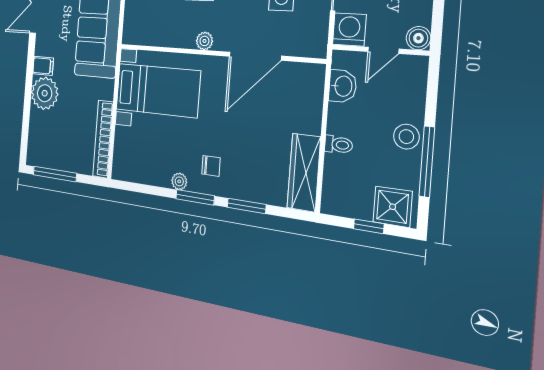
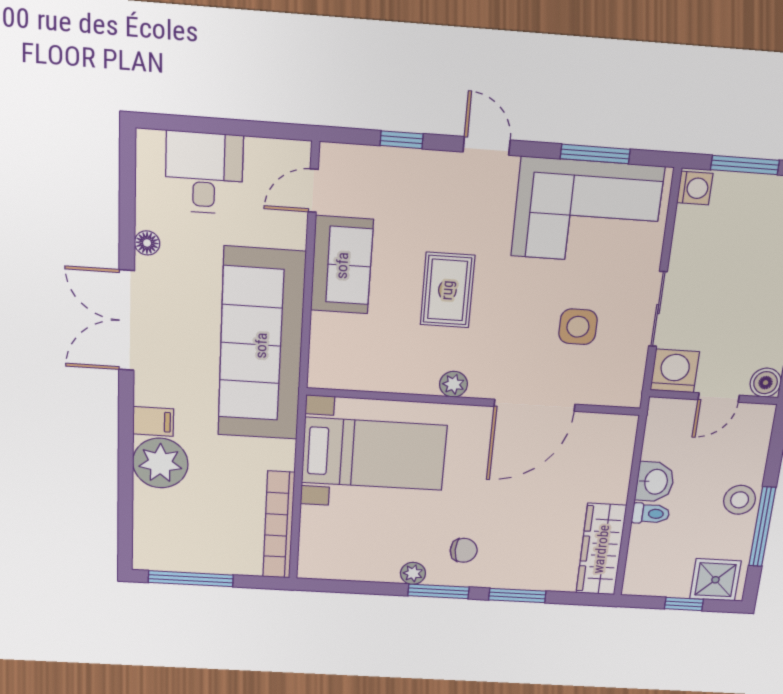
washbasin: (343, 86) -> (655, 482), moved

